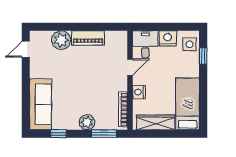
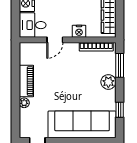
plant: (61, 40) -> (24, 103), width x0.53, depth x0.53
door: (130, 67) -> (55, 40), swing flipped
sofa: (41, 104) -> (82, 124), width x1.36, depth x1.27

